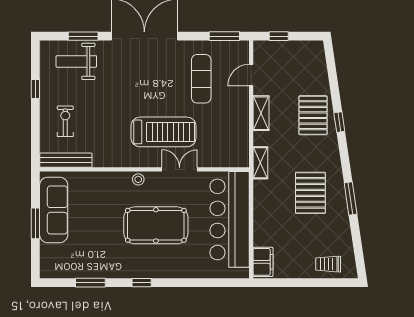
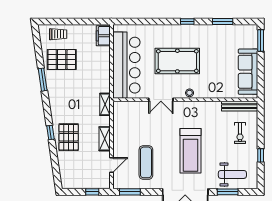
treadmill: (163, 132) -> (191, 151), moved, turned -90
pallet: (310, 193) -> (62, 59), moved, turned 90
window: (35, 223) -> (261, 40), moved

